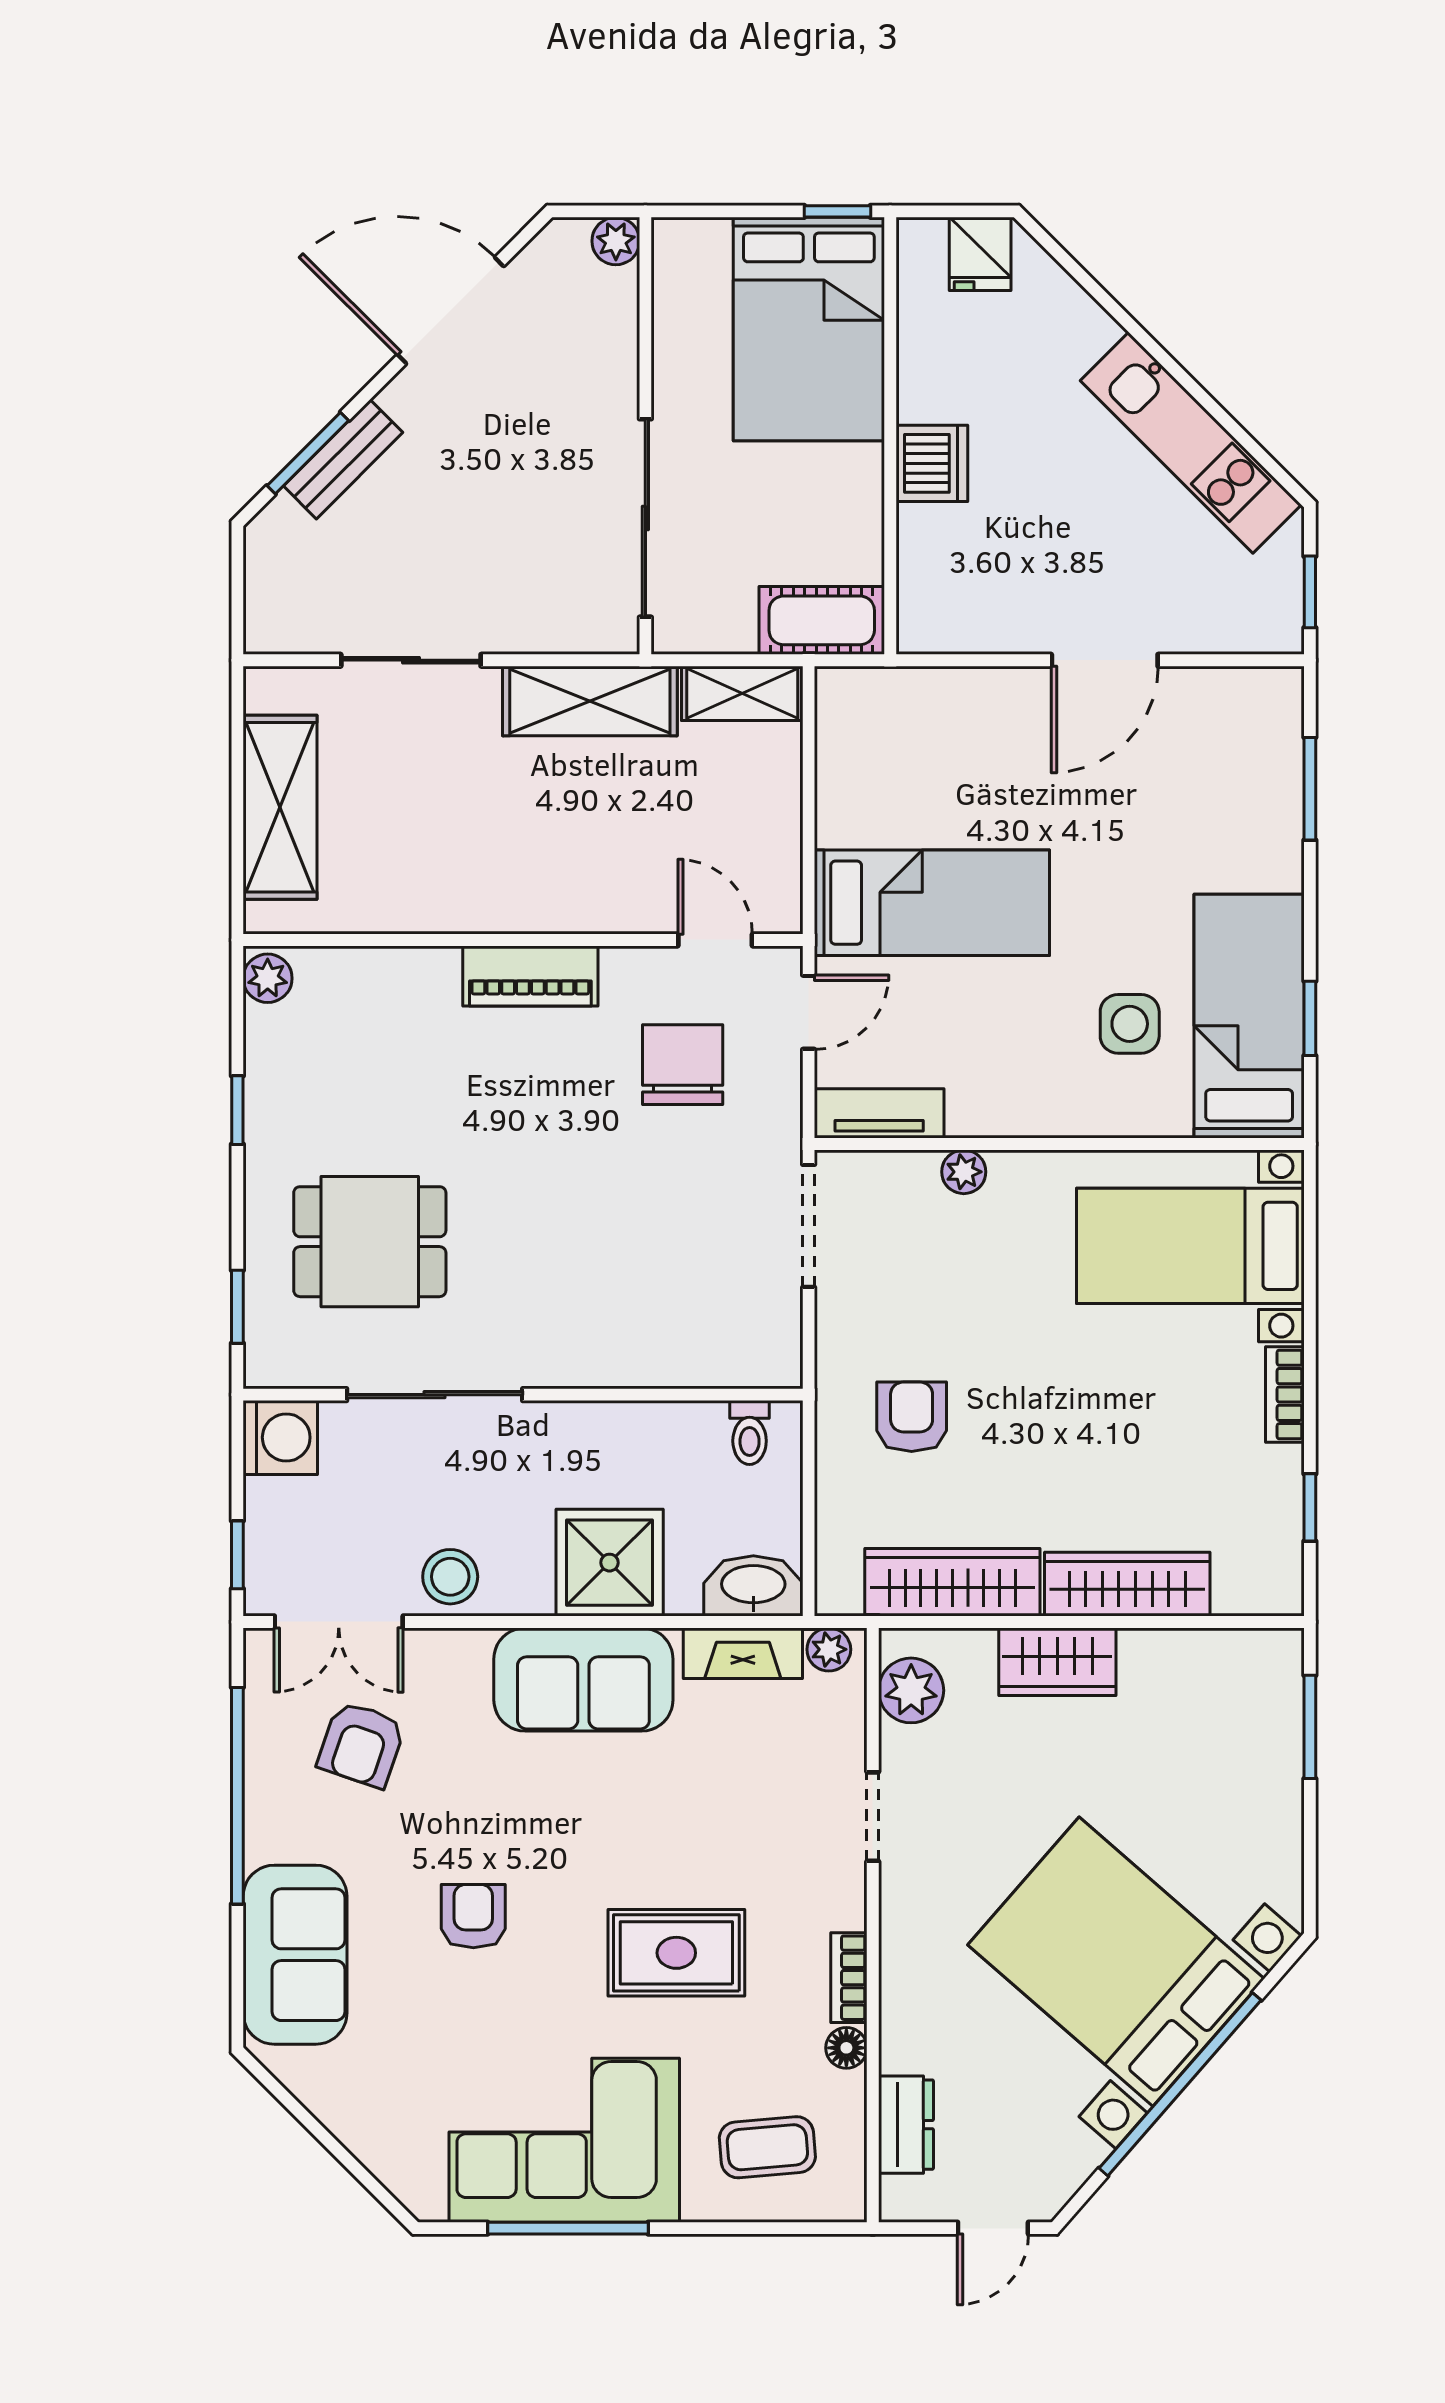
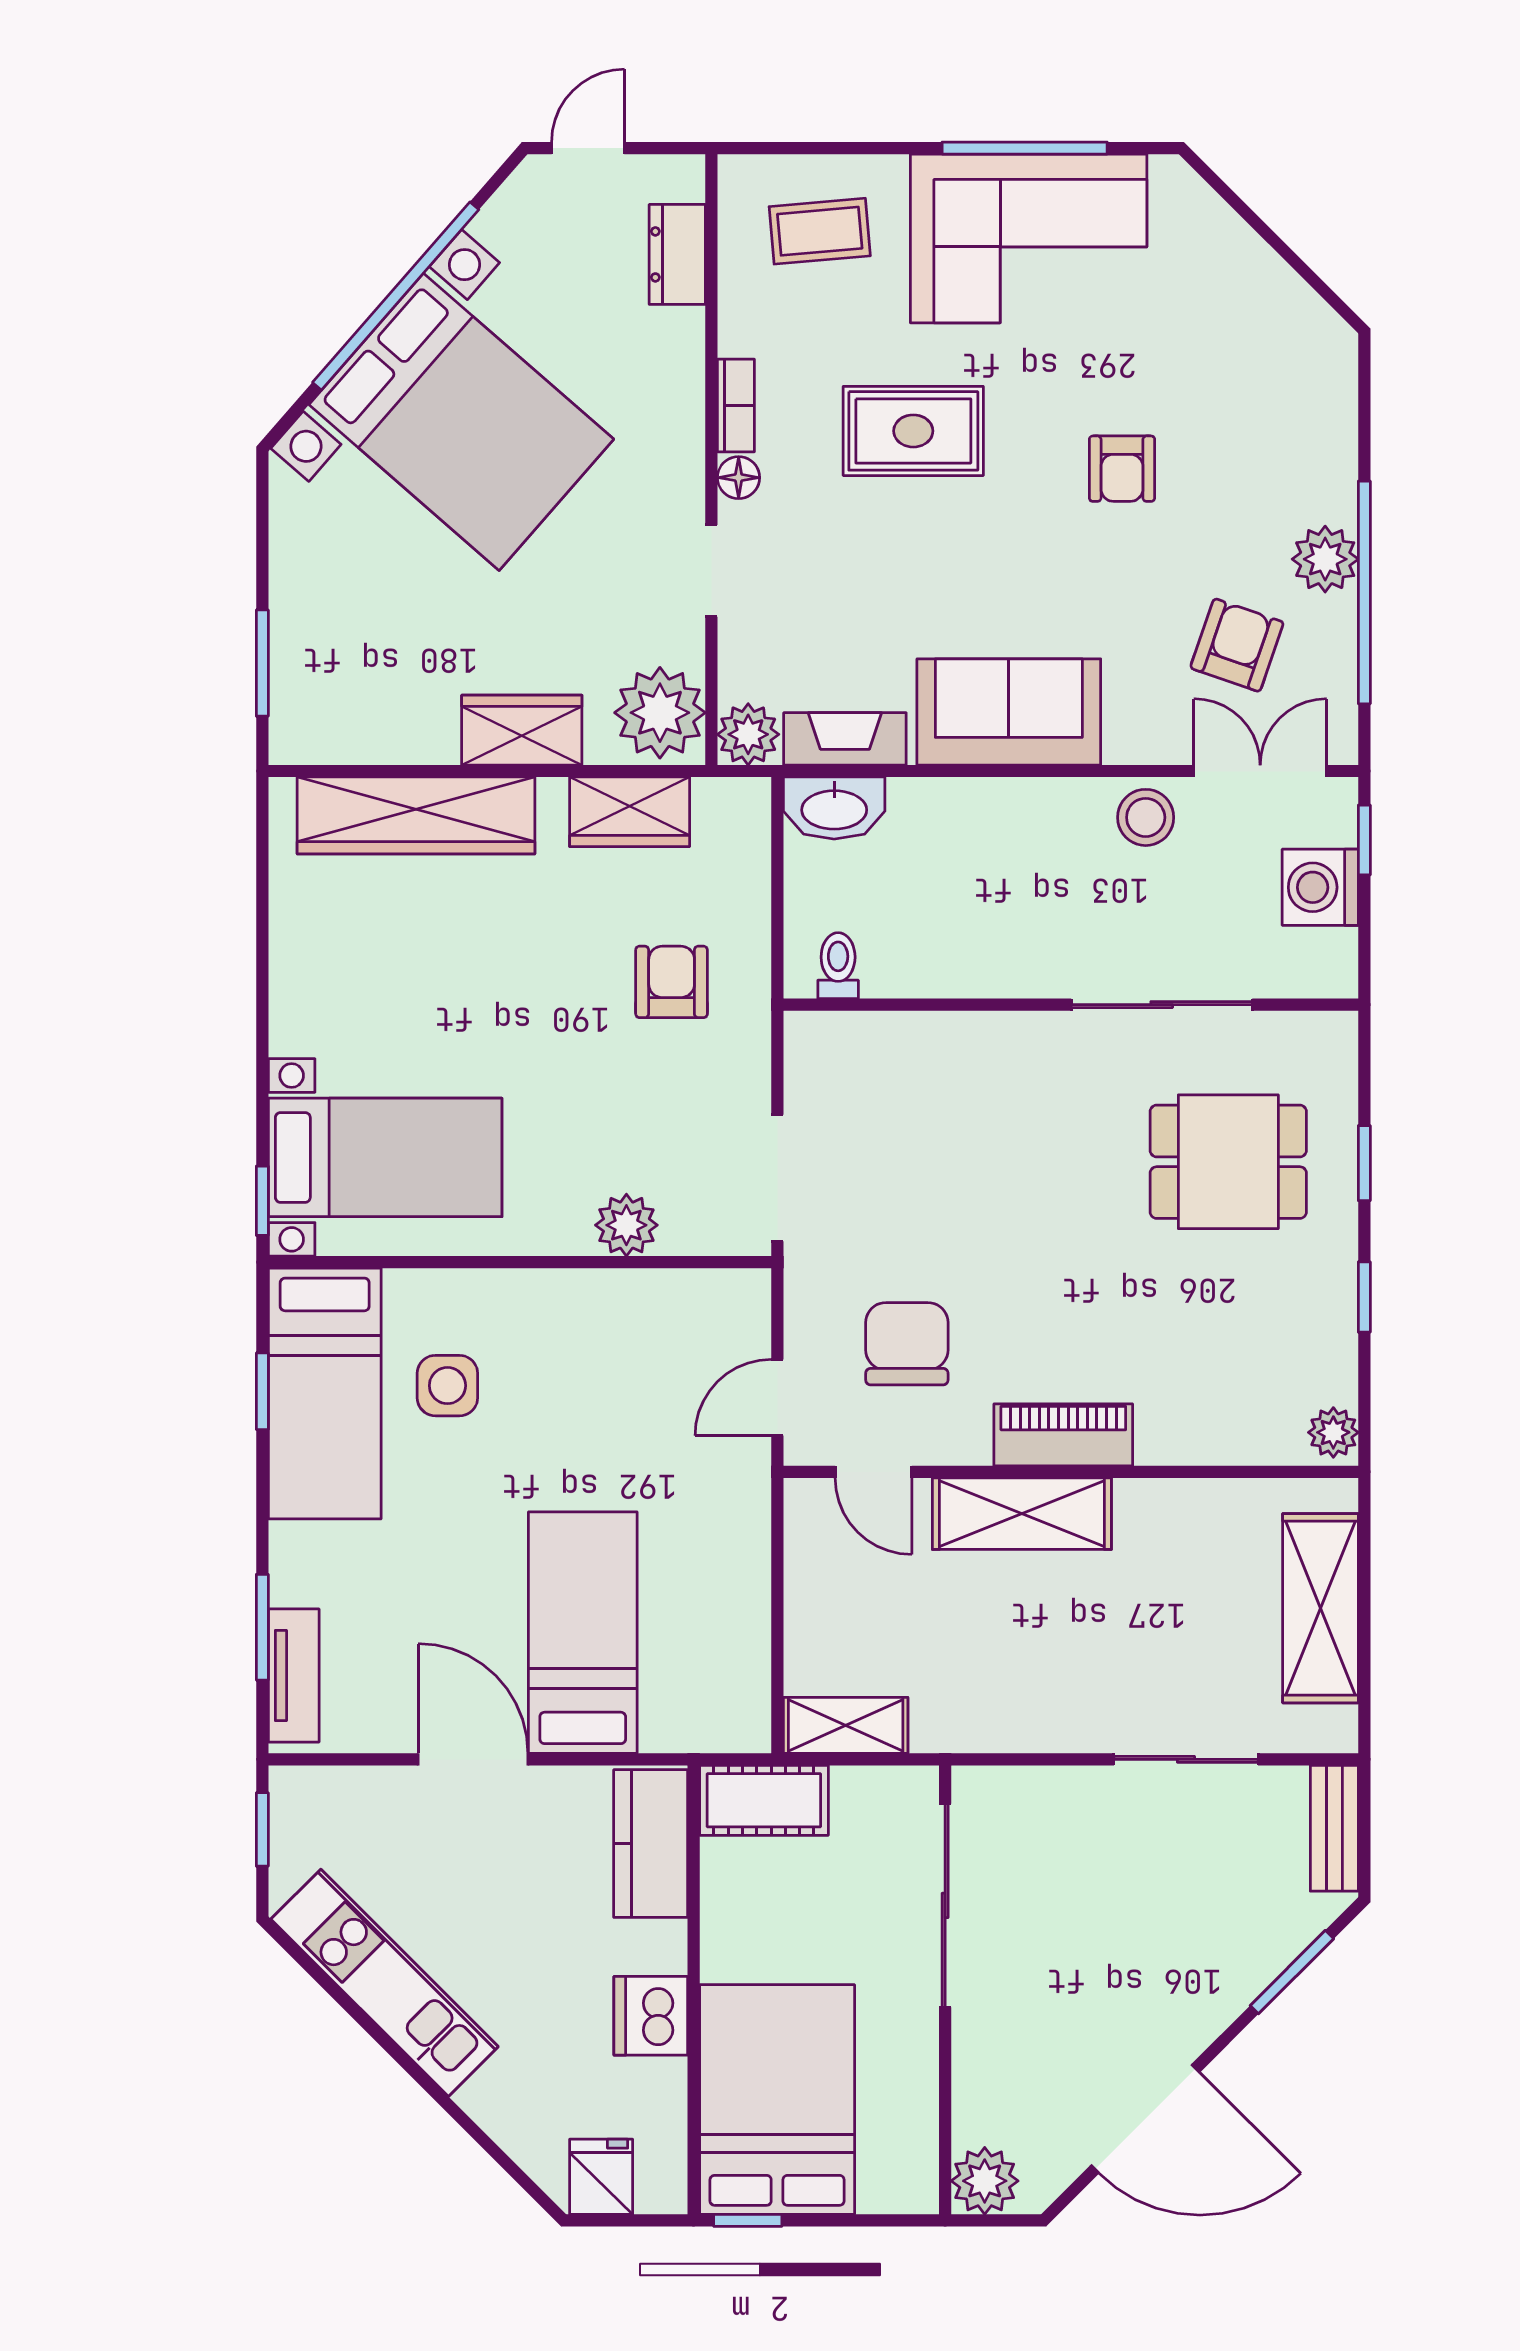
plant: (616, 241) -> (985, 2181), width x1.38, depth x1.38
bench: (343, 459) -> (1334, 1828), moved, turned -45
dishwasher: (932, 463) -> (651, 2016), moved
kitchen counter: (932, 578) -> (651, 1844), added
door: (1105, 660) -> (473, 1759), hinge flipped
shelving: (590, 701) -> (1022, 1514), moved
bed: (932, 903) -> (583, 1633), moved, turned 90
chair: (683, 1065) -> (907, 1344), turned 180
tv unit: (879, 1113) -> (294, 1675), moved, turned -90
plant: (964, 1172) -> (626, 1225), width x1.38, depth x1.38
window: (237, 1307) -> (1364, 1163), moved
bookcase: (1285, 1394) -> (288, 1005), removed
armchair: (912, 1417) -> (672, 982), turned 180
washing machine: (280, 1437) -> (1320, 887), moved
window: (1310, 1507) -> (262, 1201), moved
shower: (610, 1563) -> (982, 832), removed
wardrobe: (952, 1582) -> (630, 812), width x0.67
wardrobe: (1127, 1584) -> (416, 815), width x1.40, depth x1.17
plant: (829, 1649) -> (748, 734), width x1.38, depth x1.38
plant: (911, 1690) -> (660, 713), width x1.36, depth x1.36
plant: (276, 1828) -> (1325, 559), added
sofa: (295, 1955) -> (1305, 429), removed
floor lamp: (846, 2048) -> (739, 478), moved

